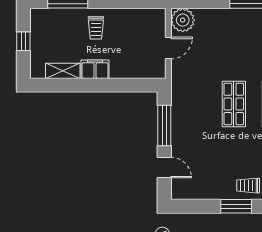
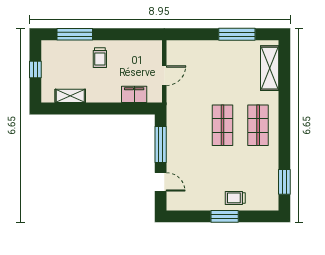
plant: (183, 20) -> (177, 51), removed
filing cabinet: (95, 69) -> (134, 94), moved

